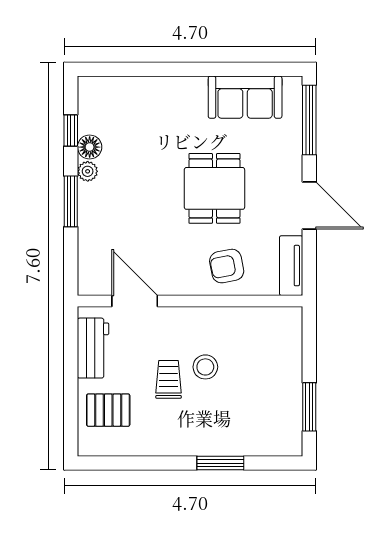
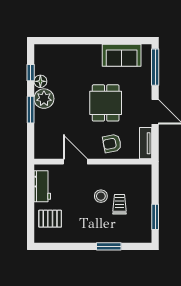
plant: (88, 171) -> (44, 99), width x1.88, depth x1.88
door: (135, 301) -> (75, 162), moved
trolley: (169, 379) -> (120, 204), moved

